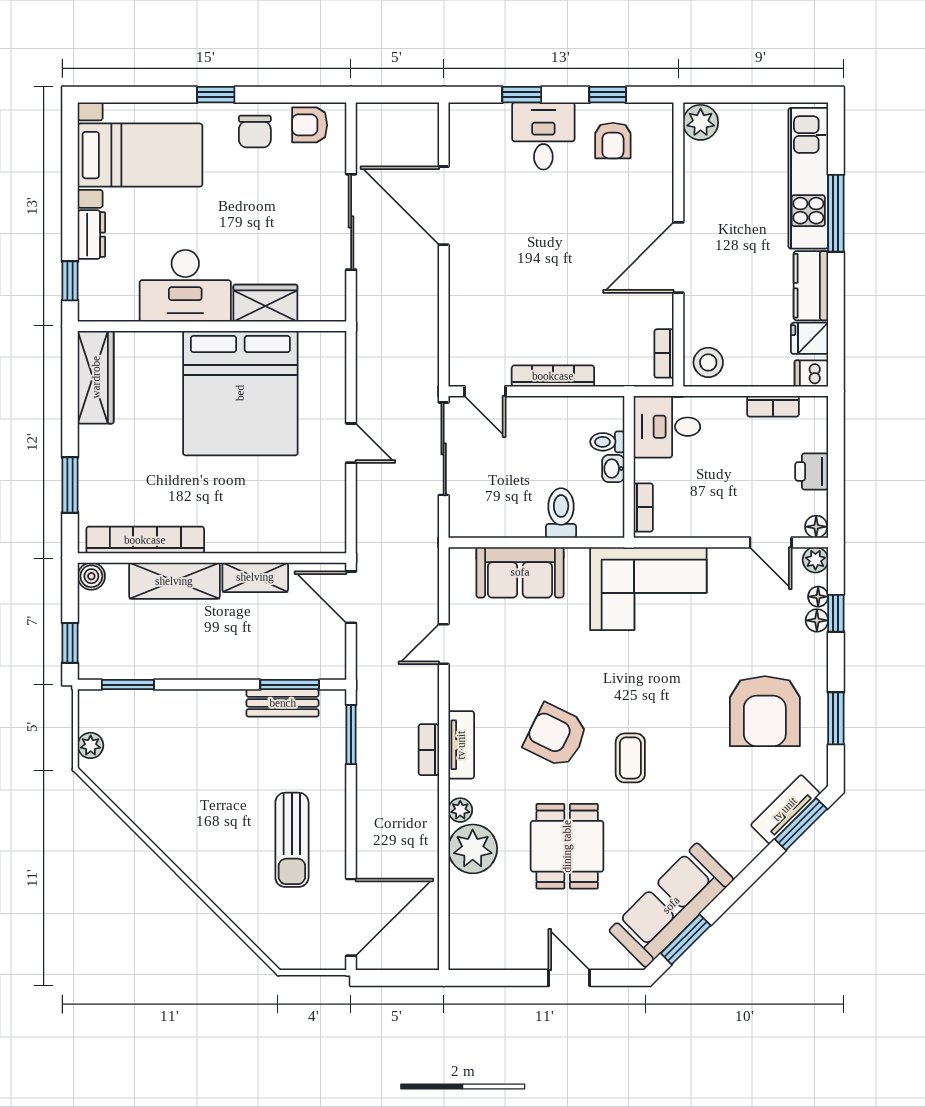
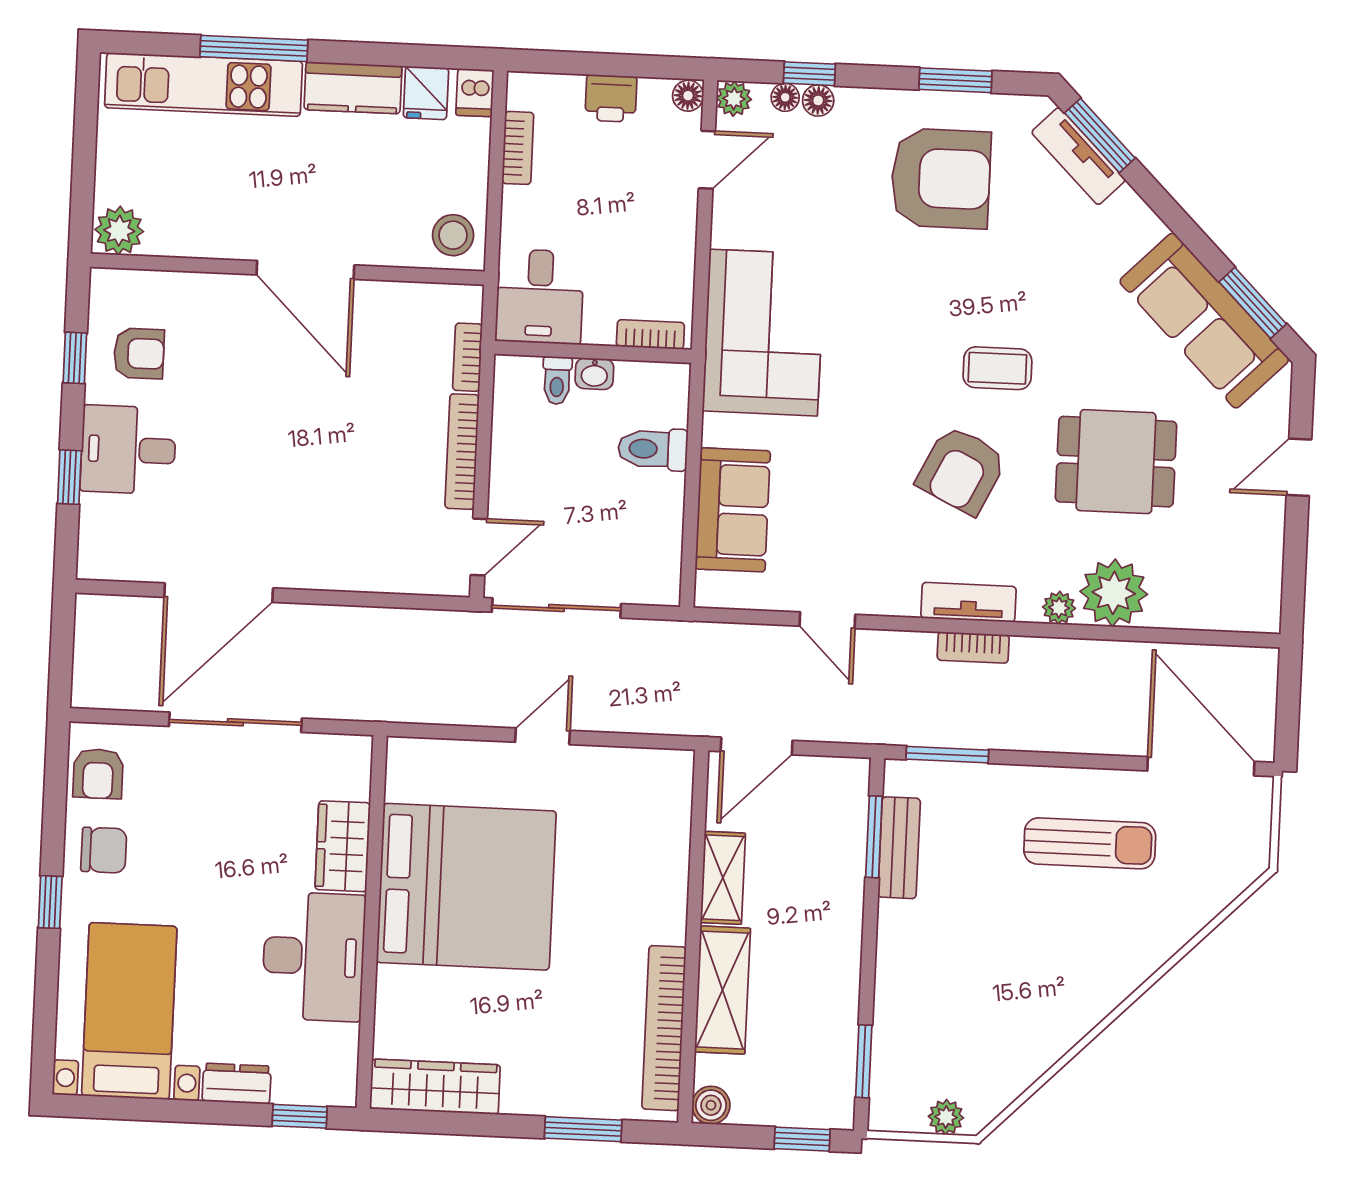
bookcase: (664, 353) -> (468, 357), moved, turned 90

